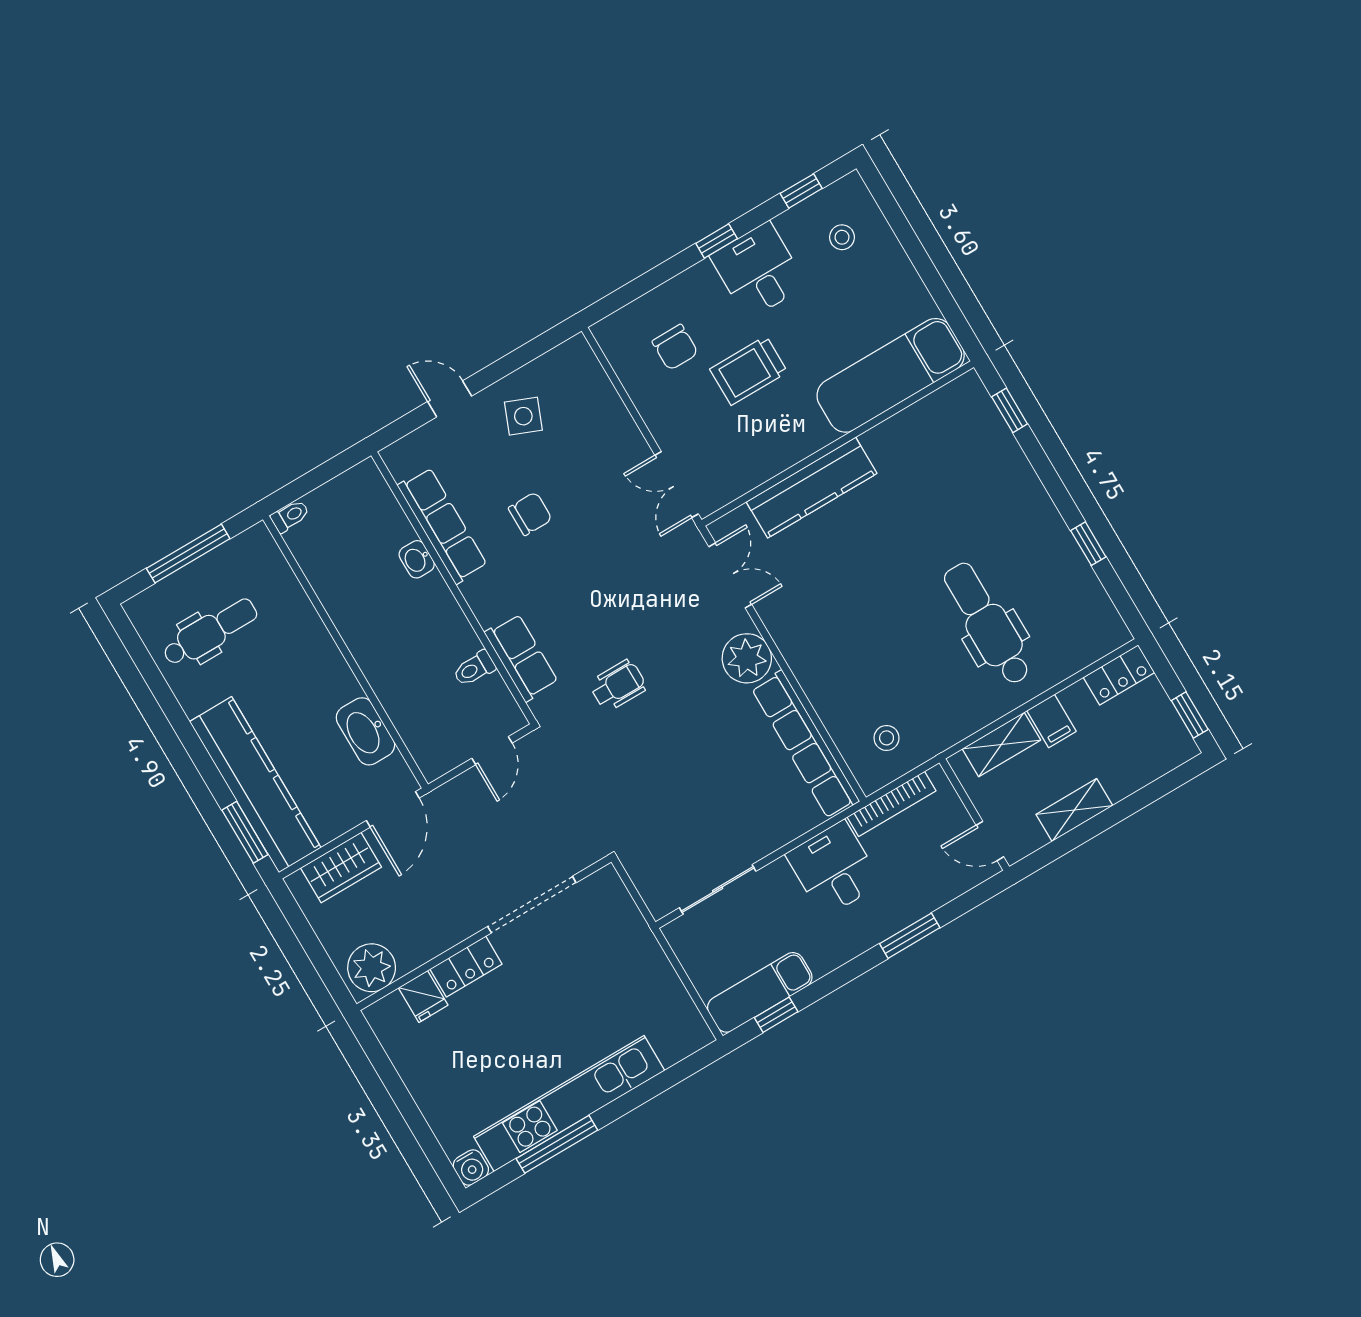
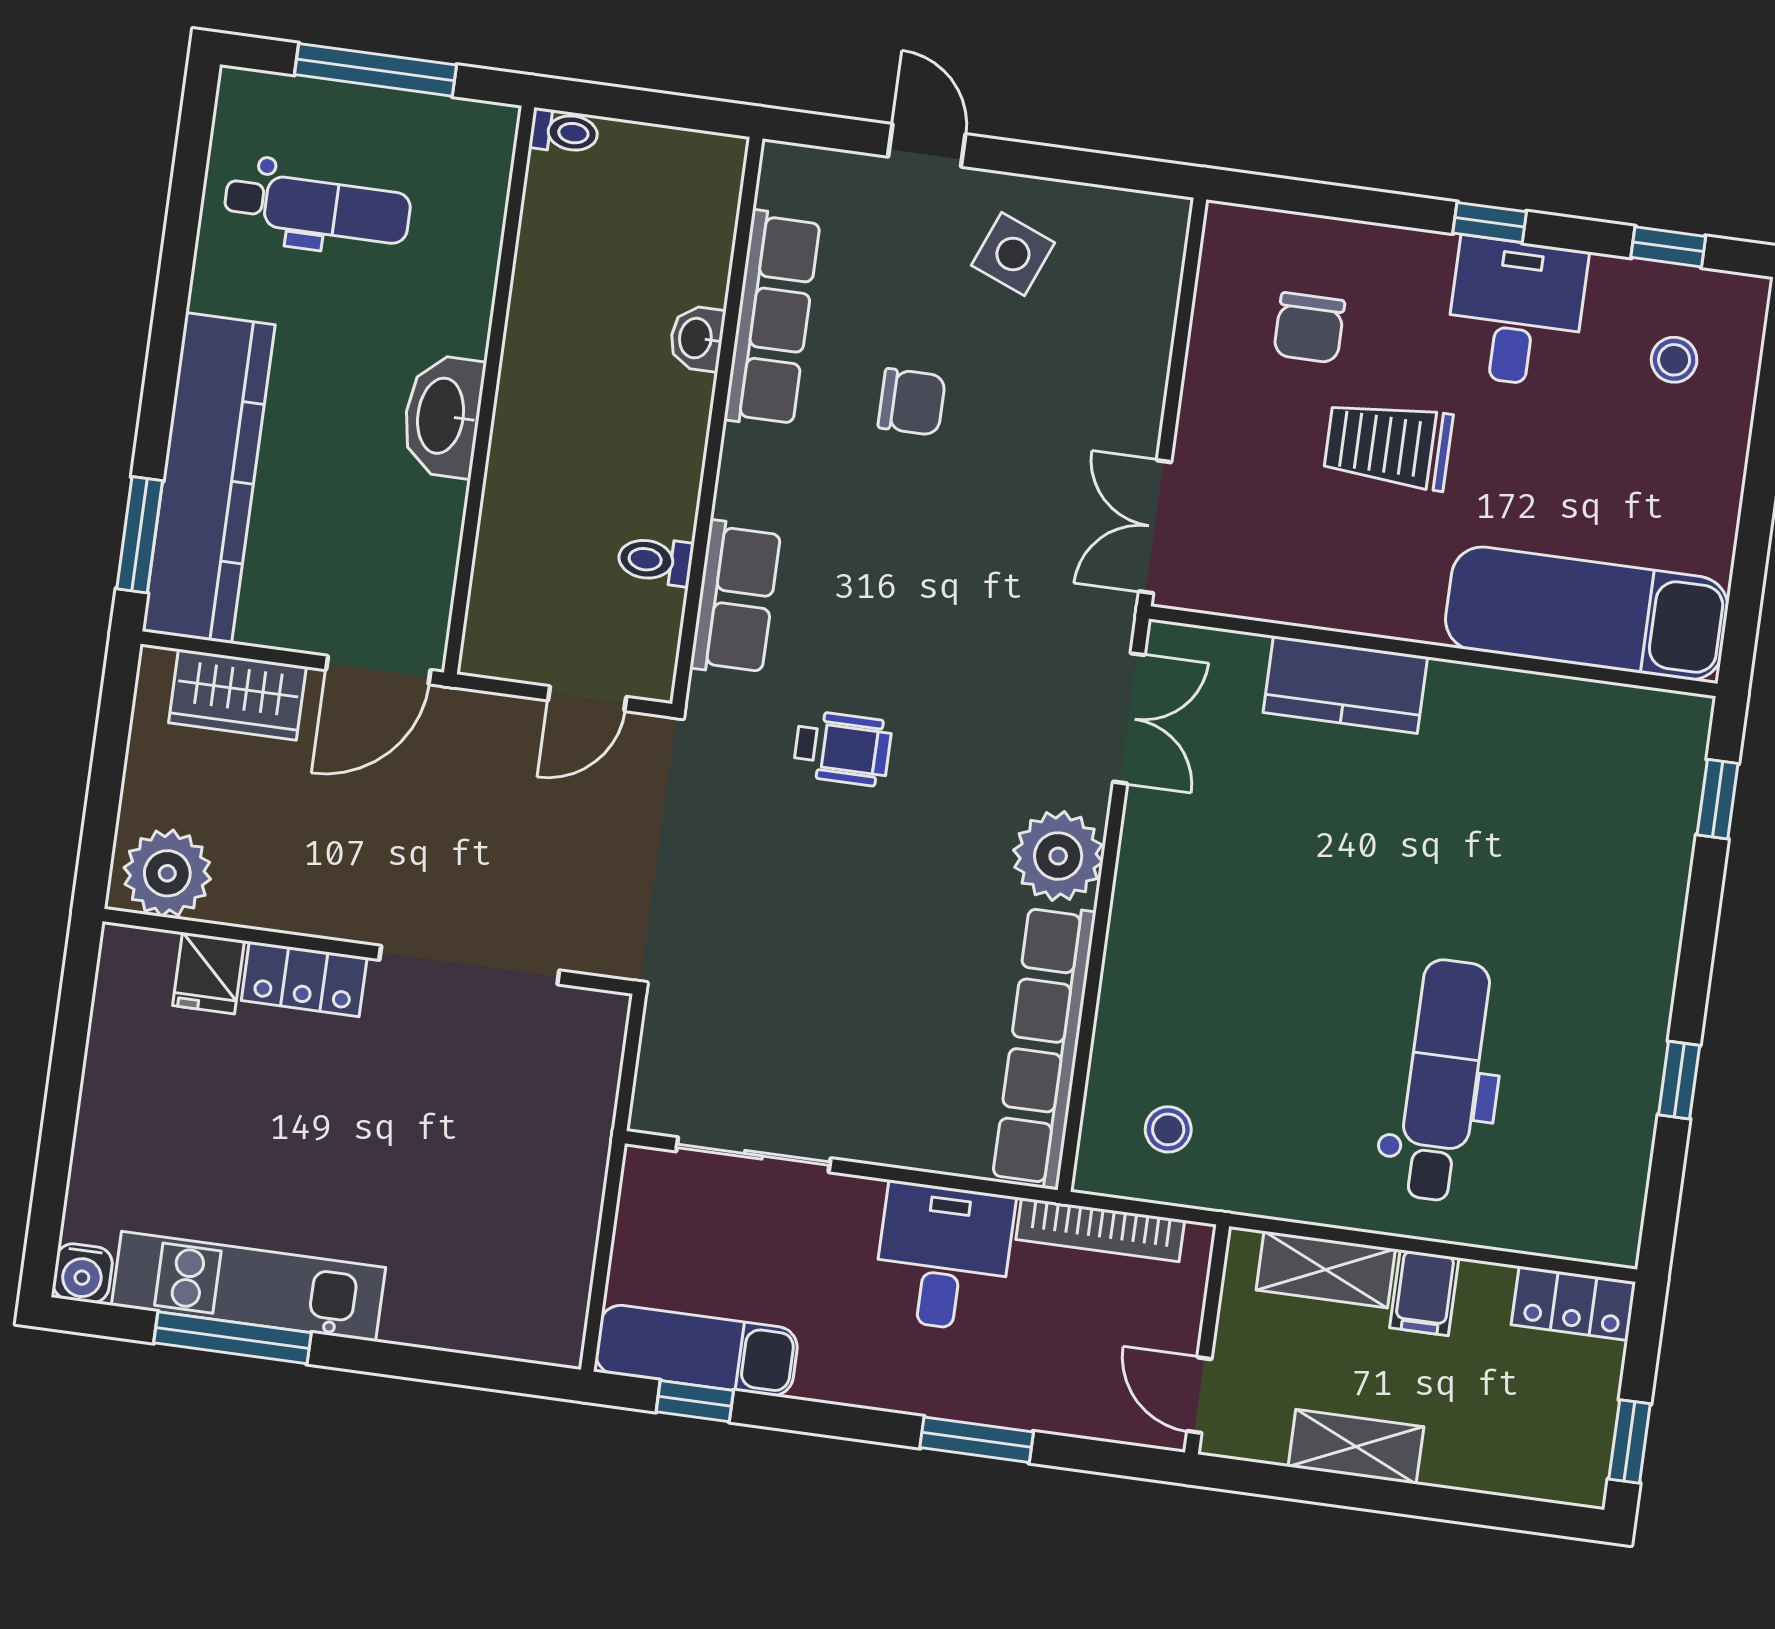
kitchen counter: (812, 488) -> (1345, 685), width x0.67
washbasin: (365, 731) -> (443, 416), moved
kitchen unit: (569, 1103) -> (249, 1286), width x0.73

